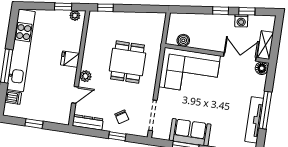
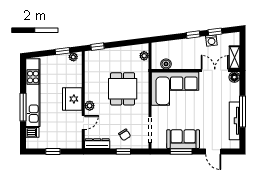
plant: (159, 27) -> (144, 56), added
fridge: (70, 59) -> (72, 99), width x1.88, depth x1.34

